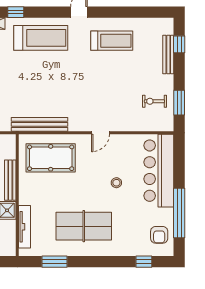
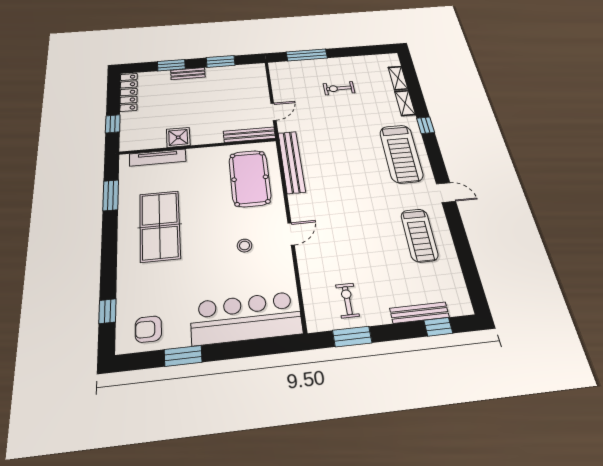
door: (101, 133) -> (291, 234), swing flipped
bench: (10, 180) -> (249, 135), moved
stool: (116, 183) -> (245, 246), moved
window: (179, 213) -> (183, 356), width x0.47

